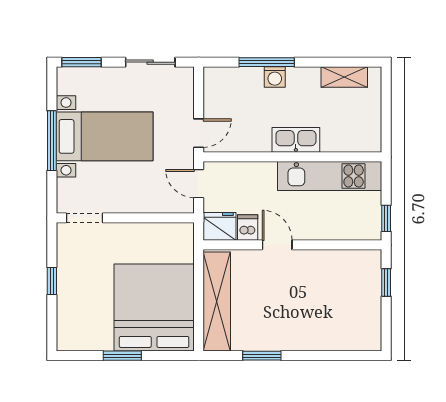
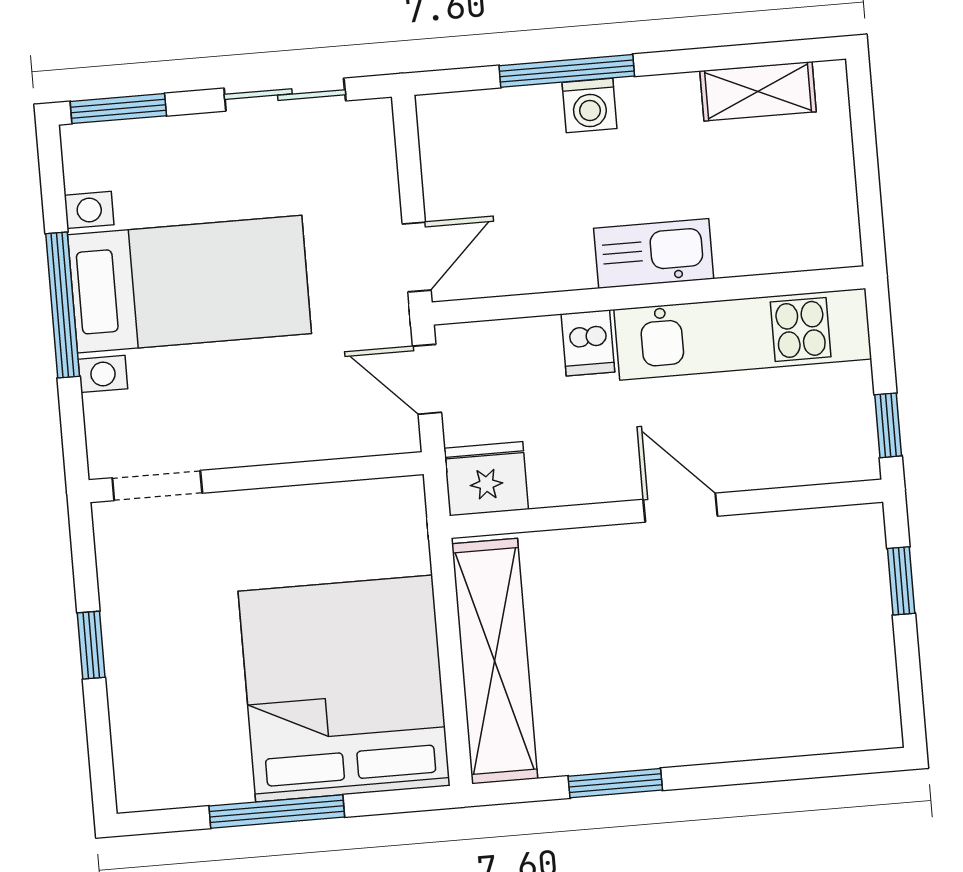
dishwasher: (248, 228) -> (588, 343), moved, turned 180
door: (277, 245) -> (680, 508), moved
window: (122, 356) -> (277, 812), width x1.44

